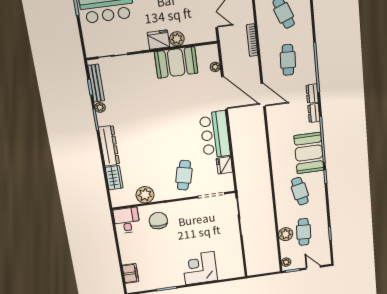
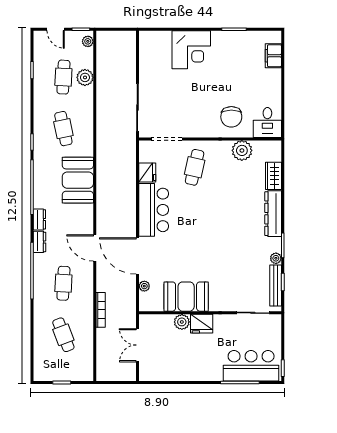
booth: (309, 153) -> (78, 180), moved

